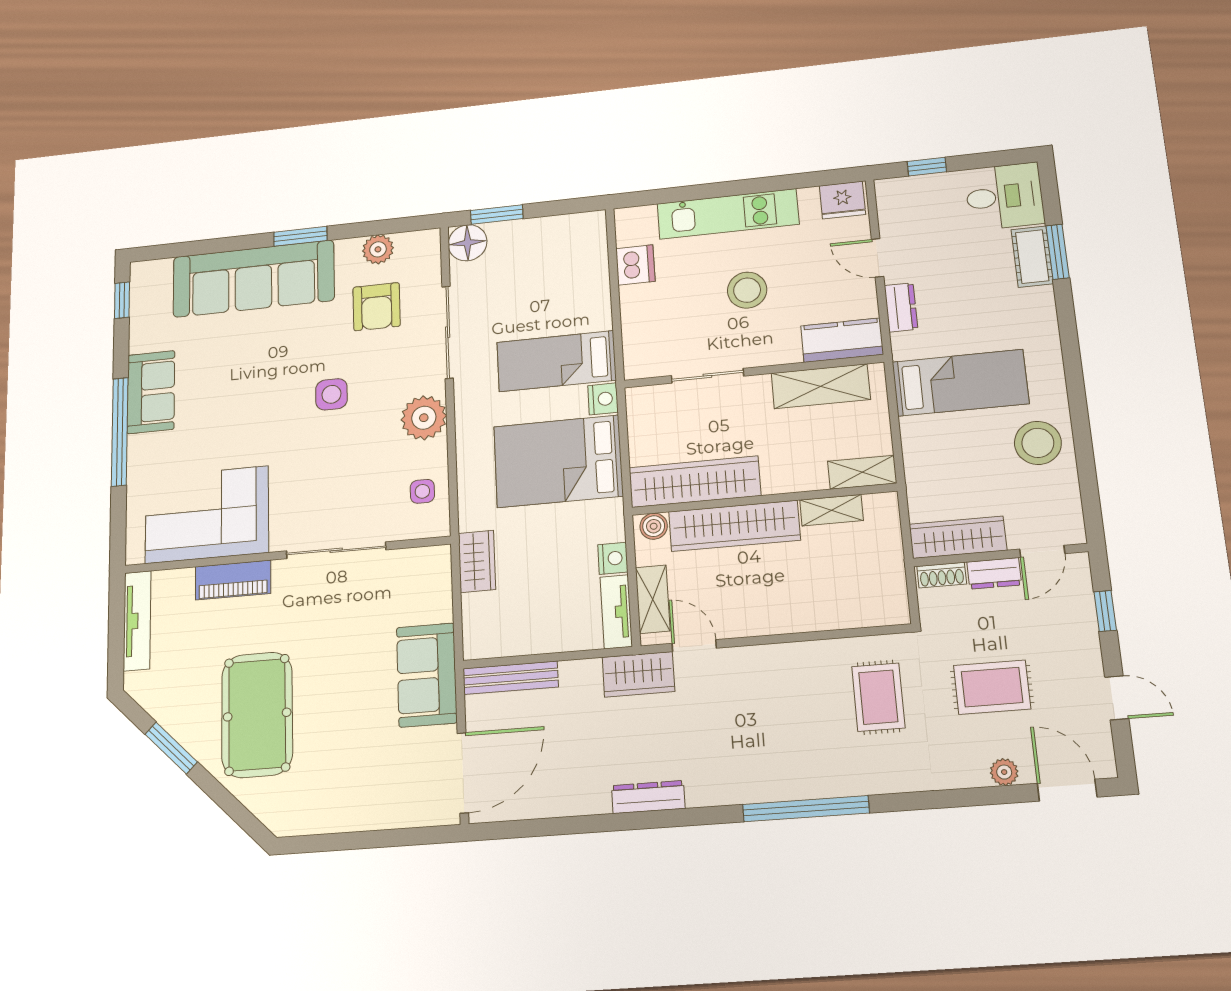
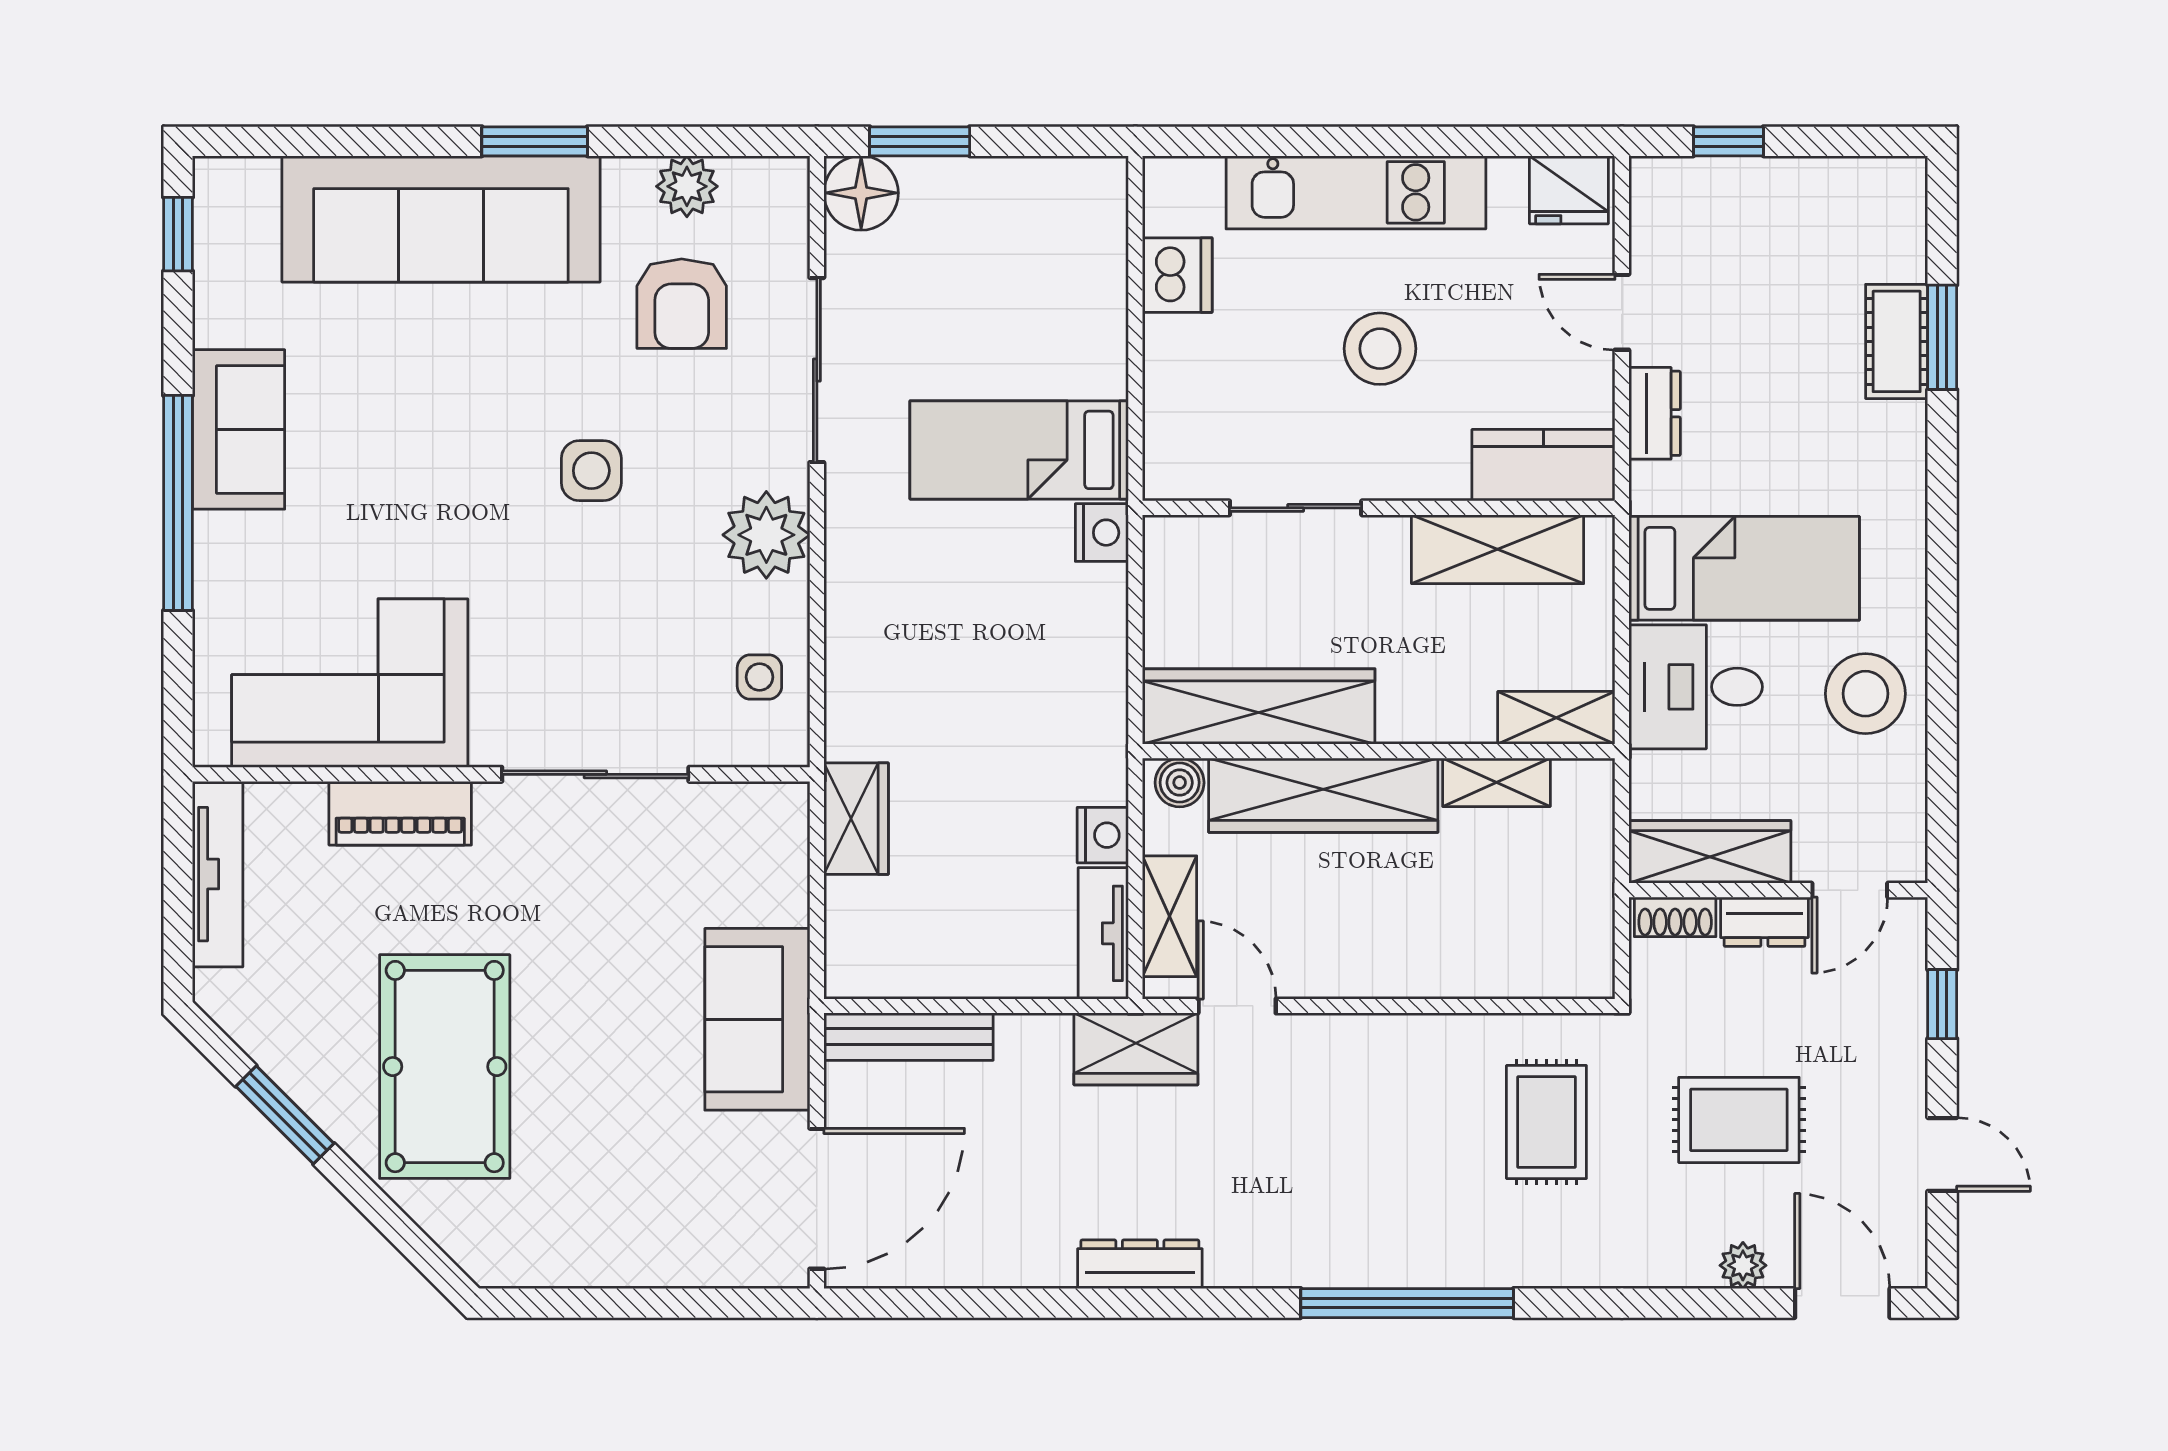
desk: (1004, 196) -> (1696, 687), moved, turned 180
bed: (558, 461) -> (1013, 644), removed

